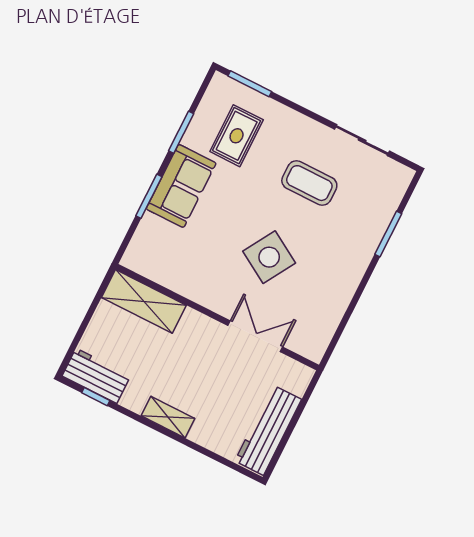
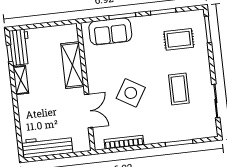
sofa: (181, 186) -> (110, 31), moved
shelving: (144, 301) -> (72, 65), moved
bookcase: (335, 314) -> (124, 142), added
shelving: (168, 417) -> (21, 80), moved

